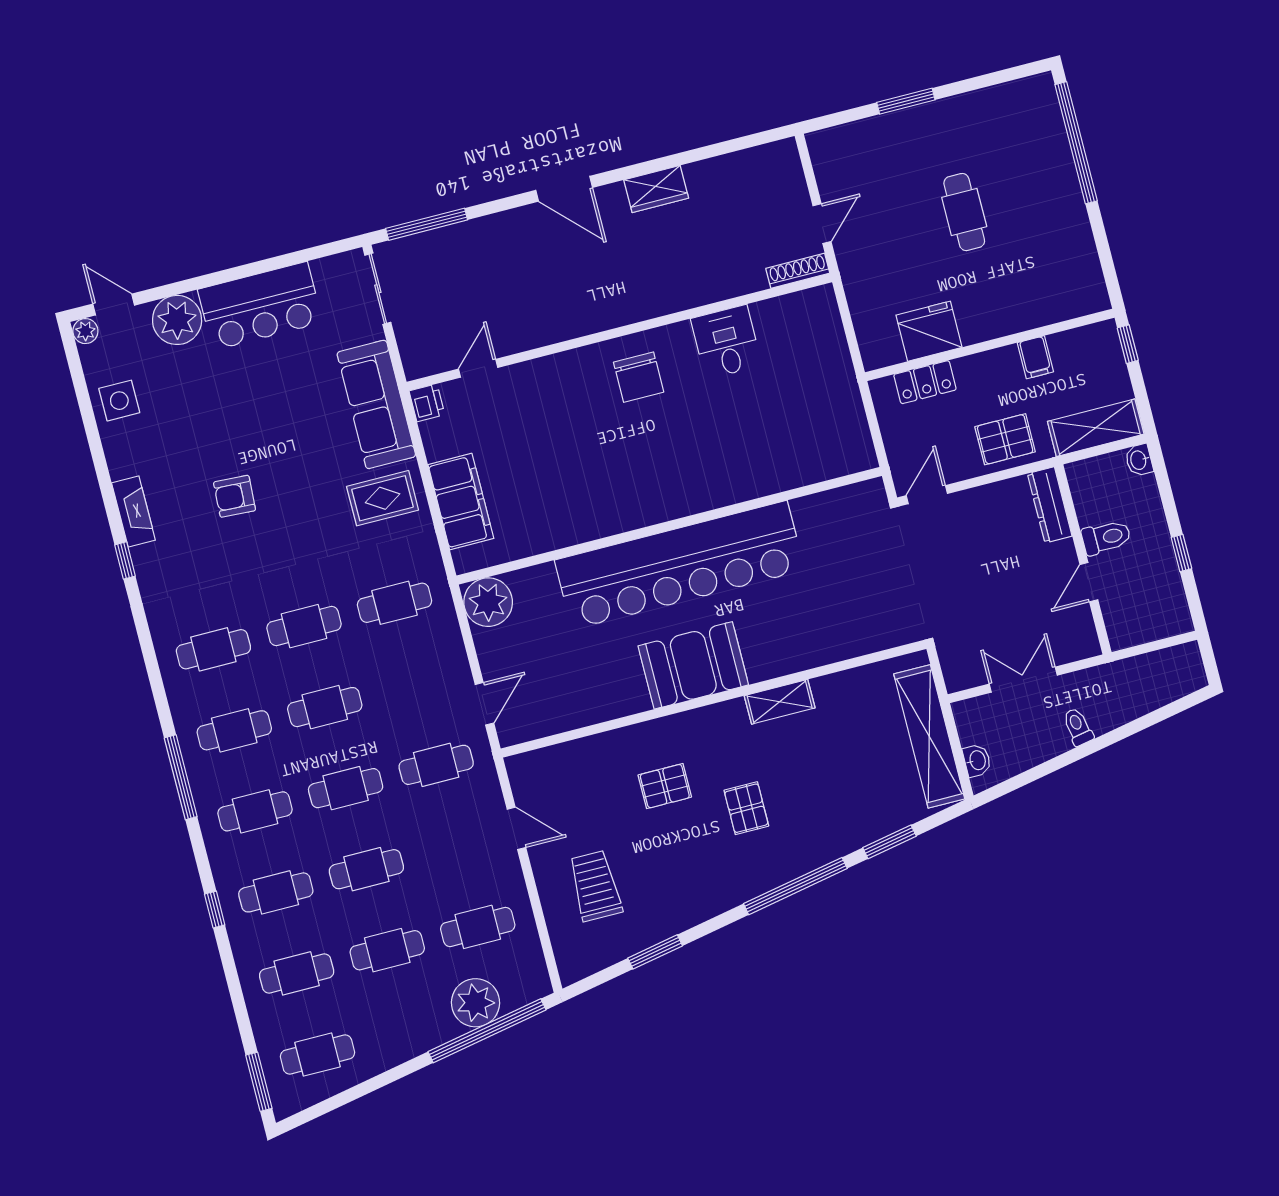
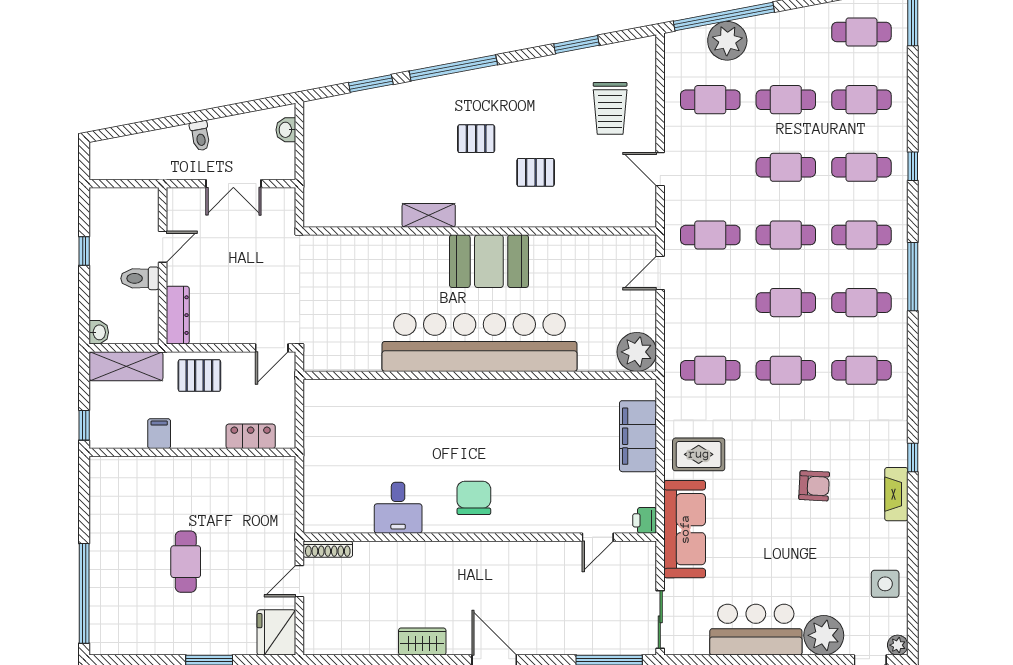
fridge: (929, 331) -> (276, 632), moved, turned 90
shelving: (929, 736) -> (318, 158), removed
pallet: (746, 808) -> (476, 139), turned 90

